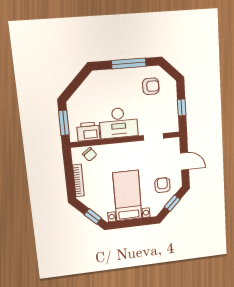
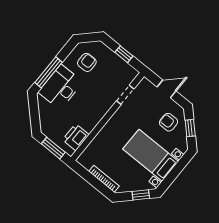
window: (129, 63) -> (48, 72), moved
desk: (118, 123) -> (60, 87), moved, turned 180
chair: (90, 154) -> (93, 152), removed

